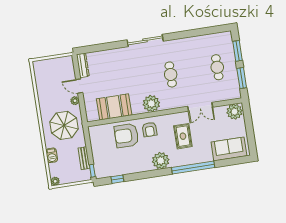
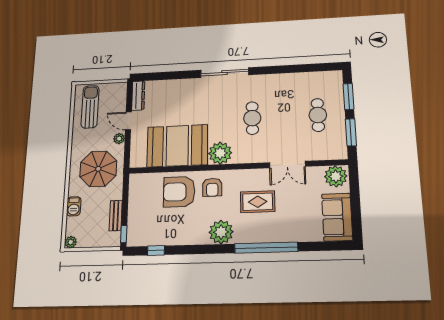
sun lounger: (48, 78) -> (90, 107), added
booth: (114, 107) -> (177, 146), width x1.36, depth x1.42
rug: (183, 136) -> (258, 202), turned 90
sofa: (229, 149) -> (337, 217), moved, turned -90

